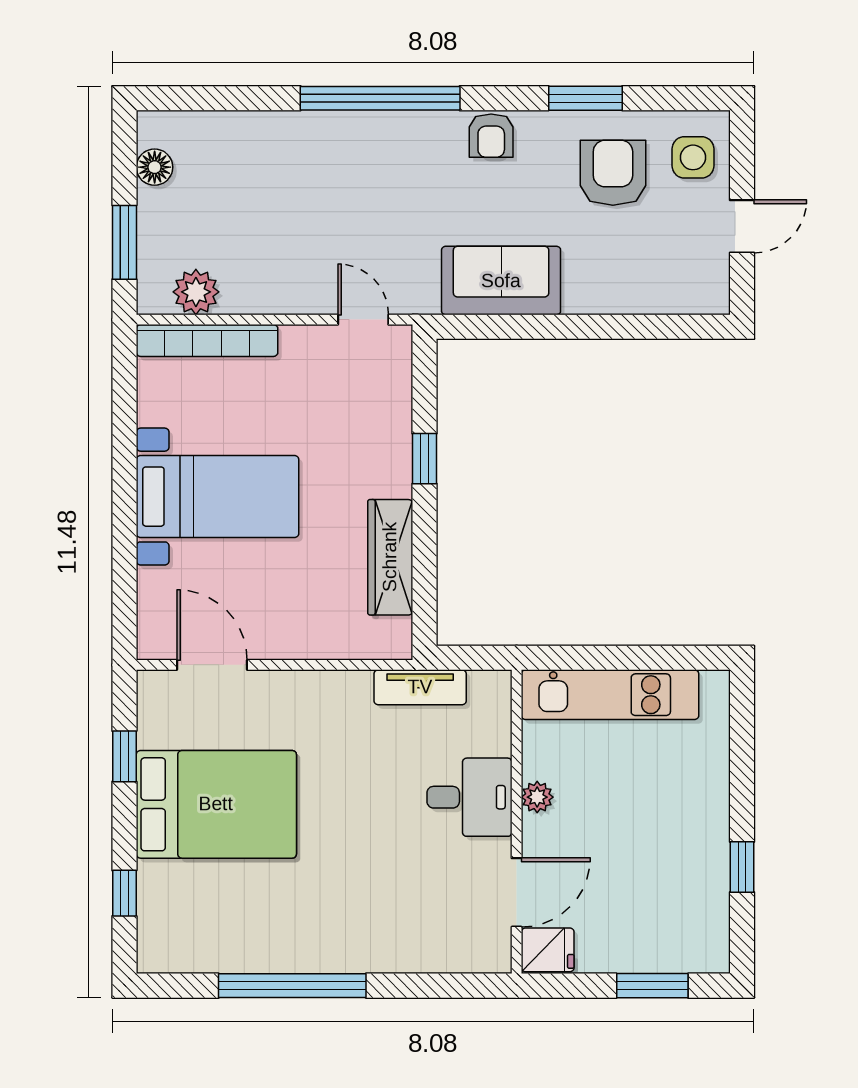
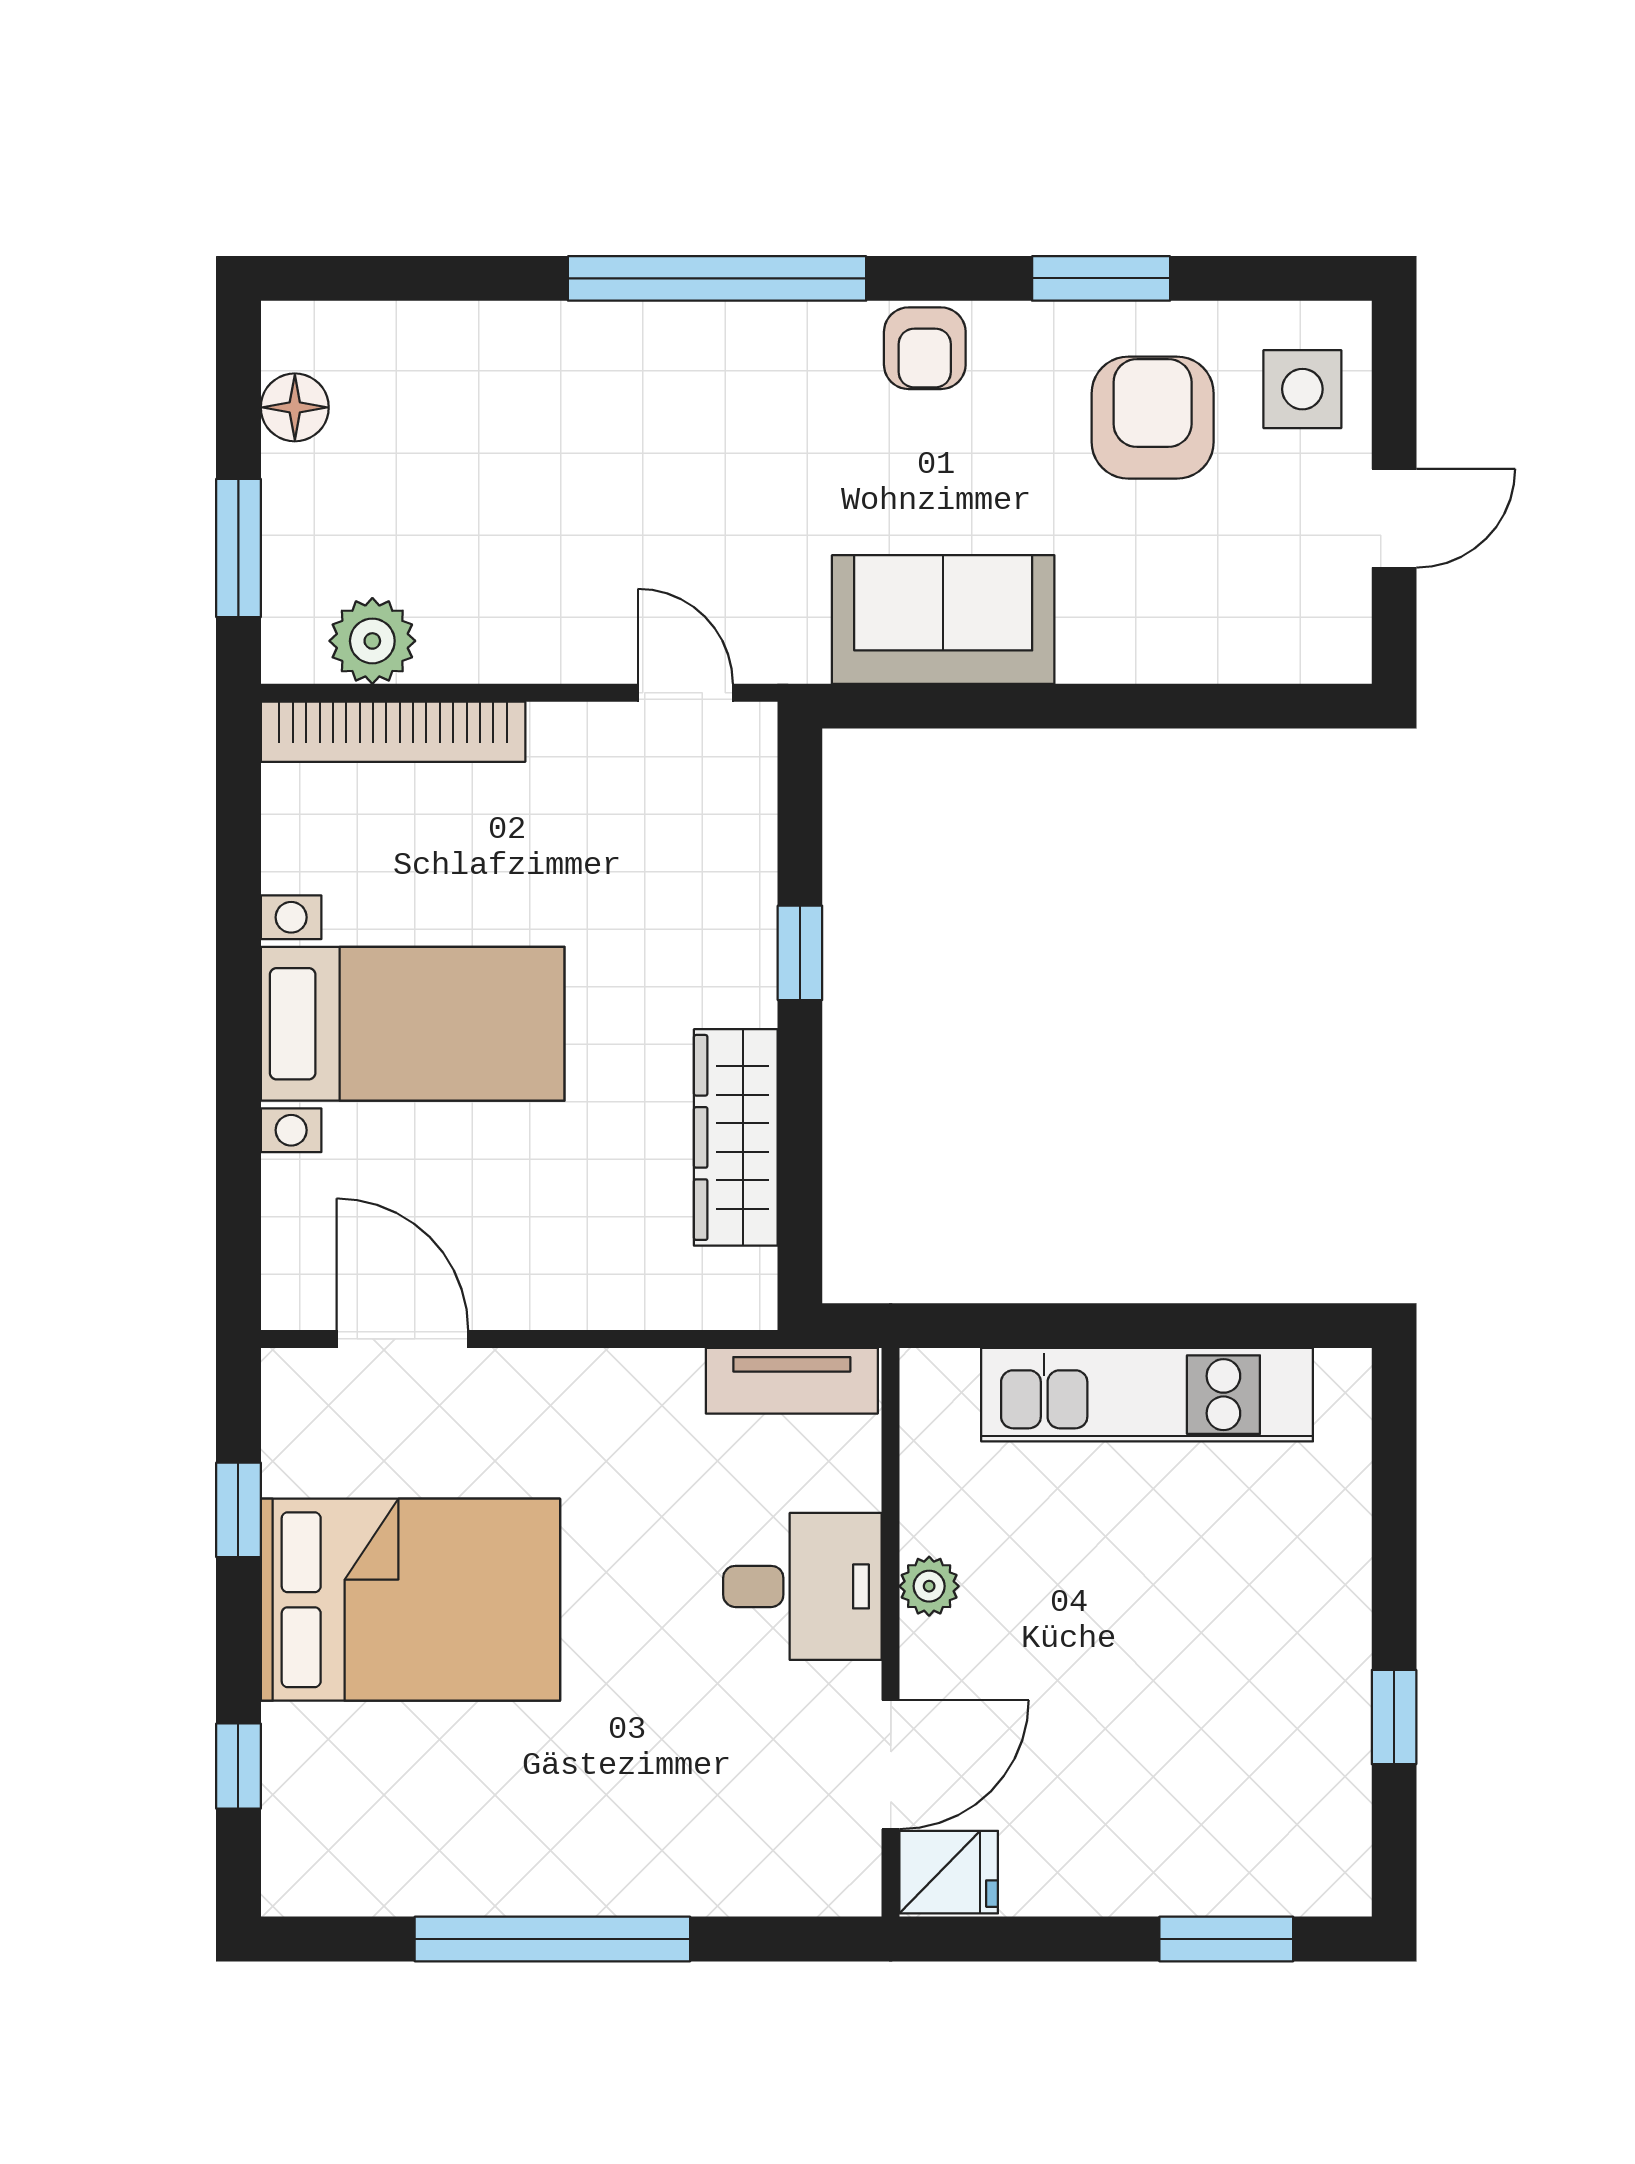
desk: (469, 797) -> (802, 1586), moved
plant: (537, 797) -> (929, 1586), moved
wall: (517, 822) -> (891, 1632), moved
door: (517, 892) -> (891, 1765), moved
fridge: (548, 950) -> (949, 1872), moved

